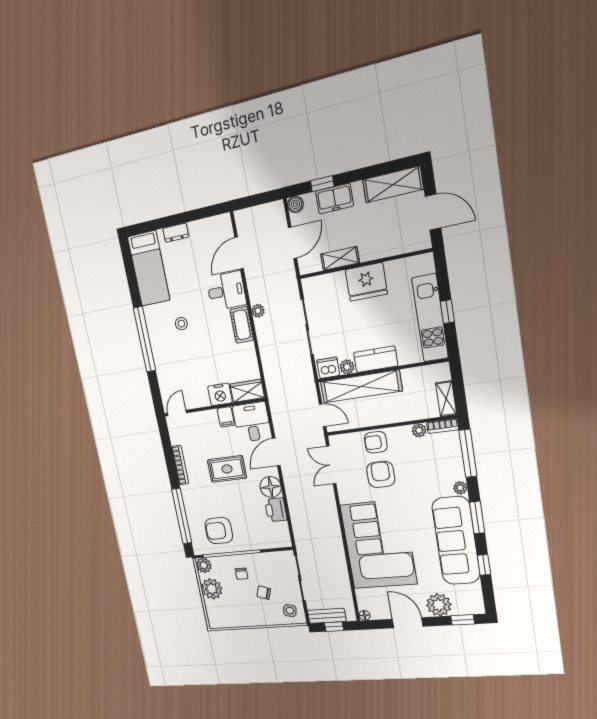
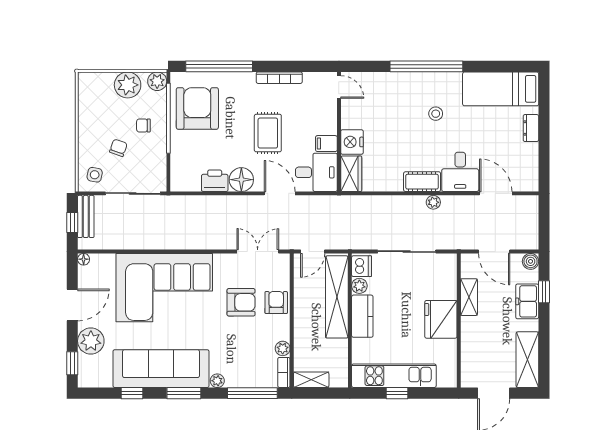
armchair: (219, 531) -> (197, 108), width x1.36, depth x1.36

